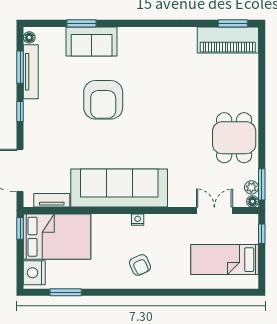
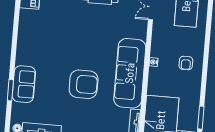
armchair: (103, 100) -> (84, 84), moved
armchair: (140, 265) -> (186, 63), turned 114

